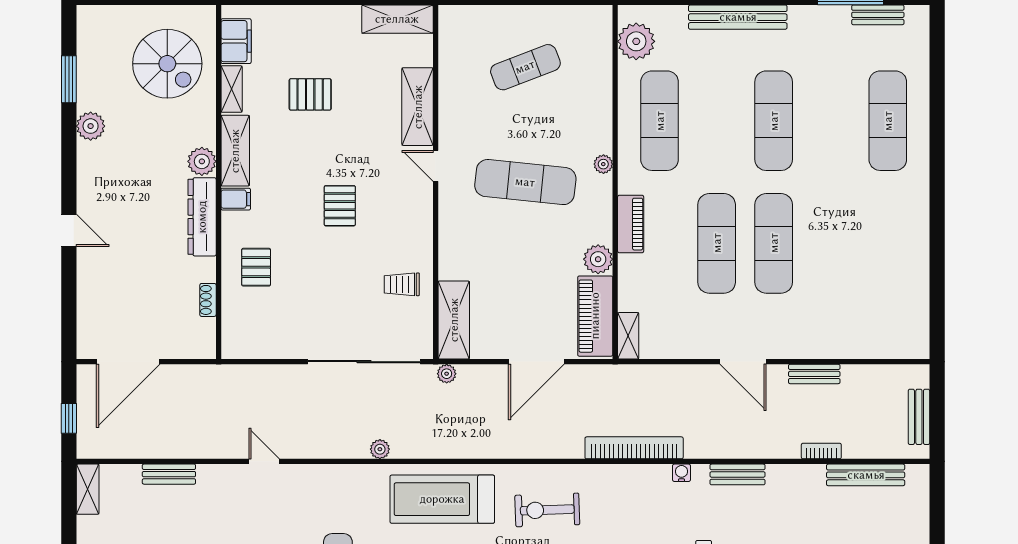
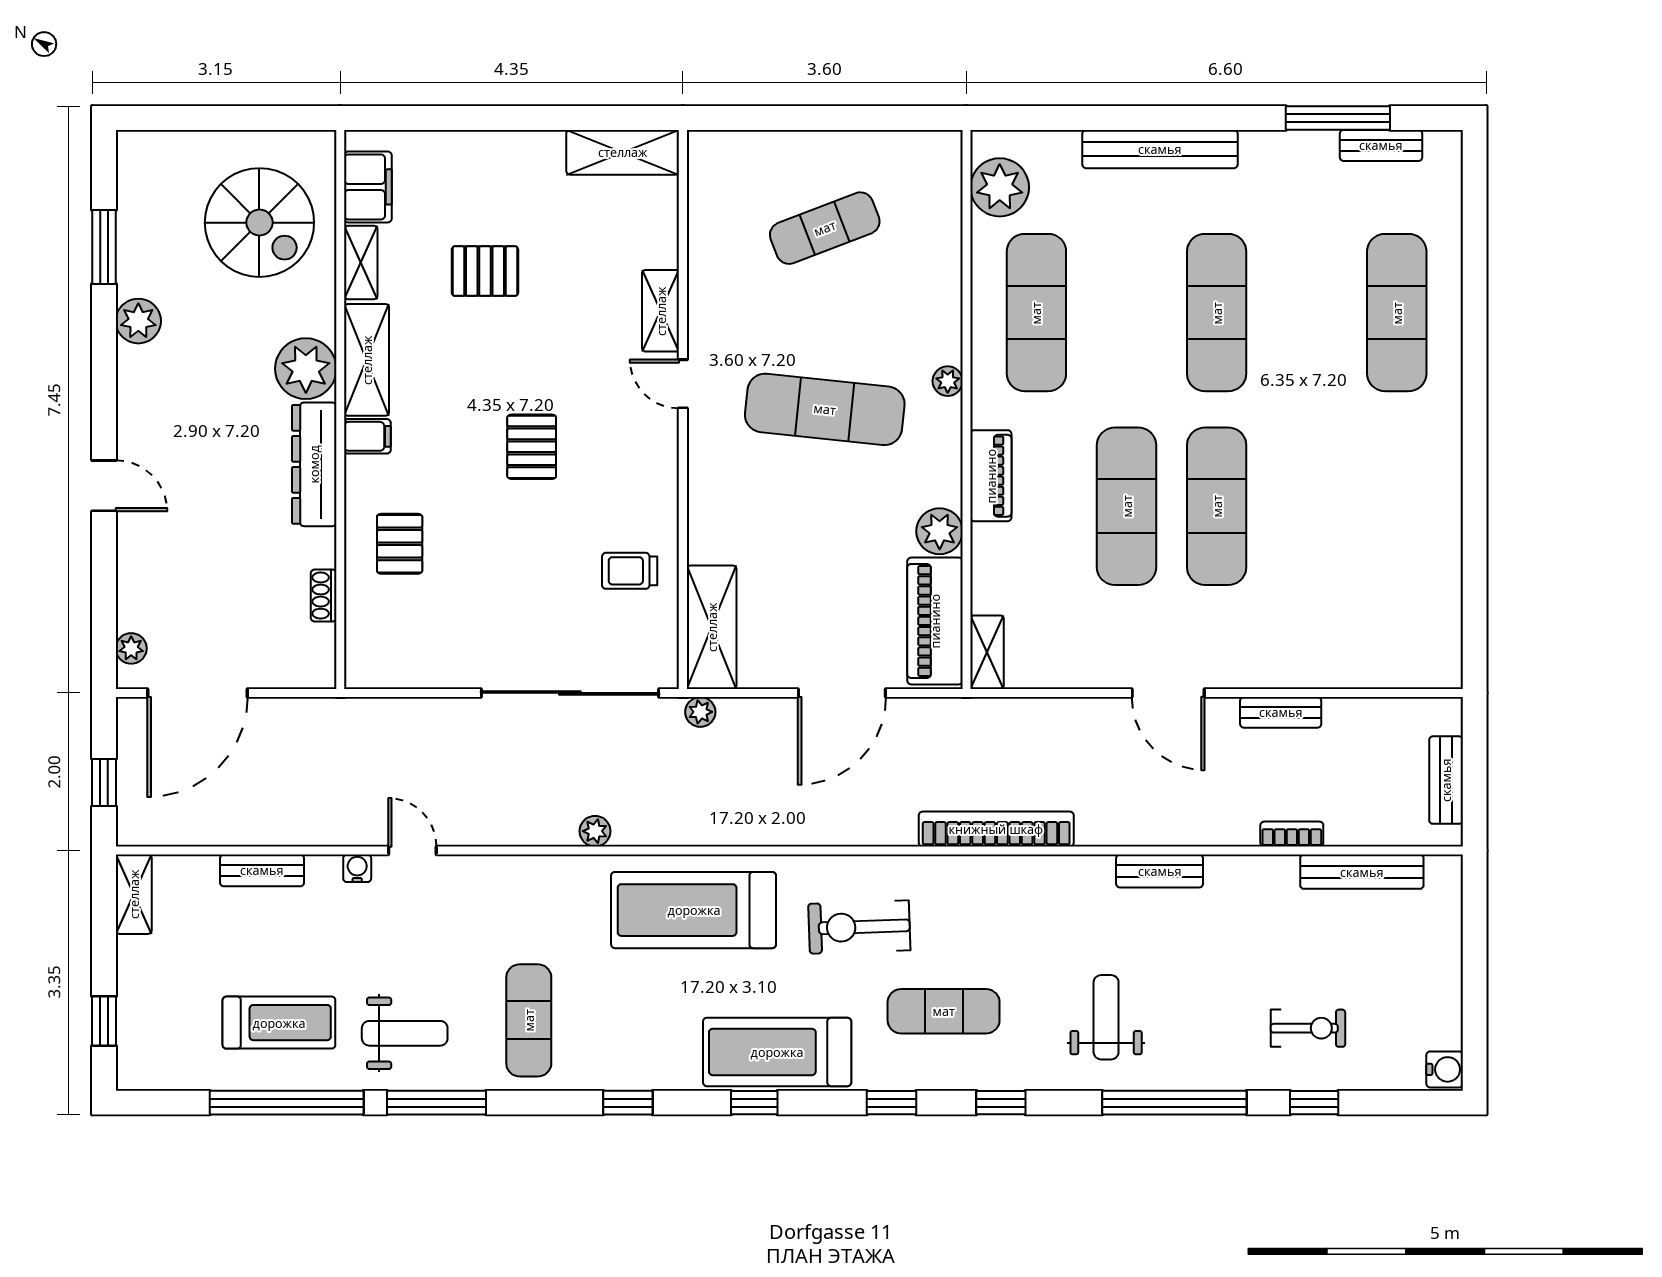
shelving: (418, 107) -> (661, 311), width x0.67, depth x0.75
plant: (202, 161) -> (306, 369), width x1.36, depth x1.36
plant: (86, 333) -> (131, 648), added
water cooler: (681, 473) -> (357, 868), moved

